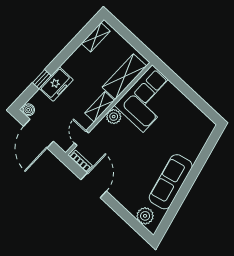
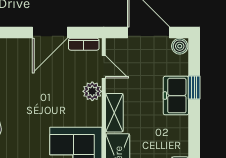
plant: (114, 117) -> (92, 91), moved
door: (94, 185) -> (50, 33), hinge flipped

